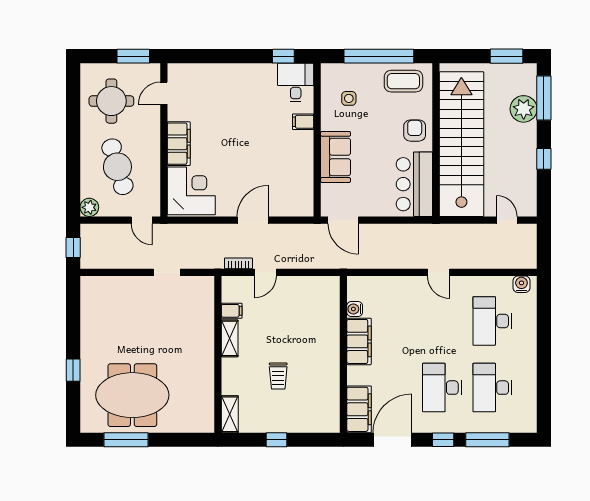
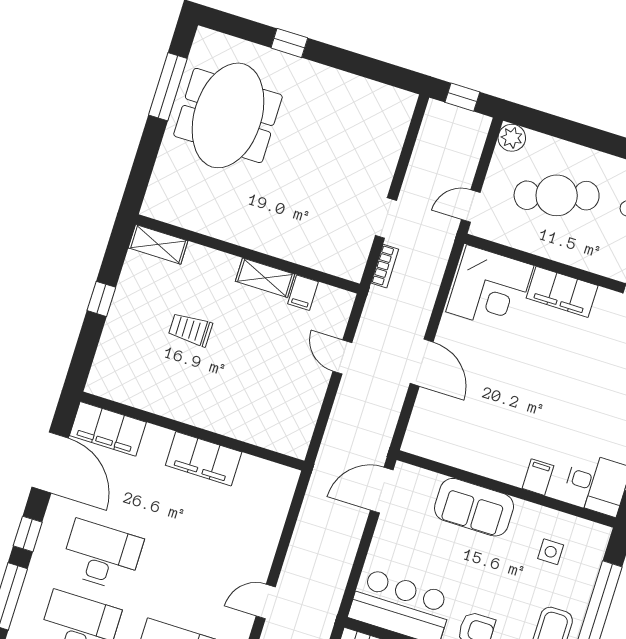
bookcase: (238, 263) -> (385, 266), moved
water cooler: (355, 309) -> (251, 467), removed

